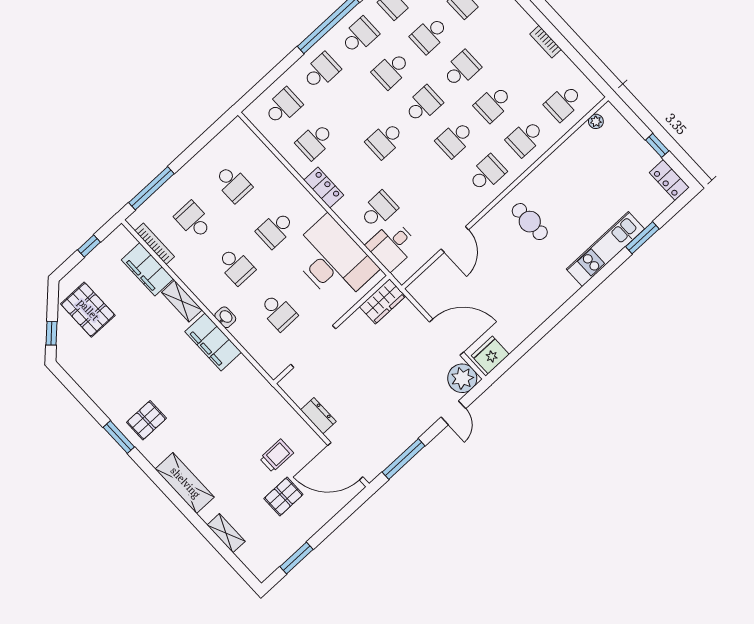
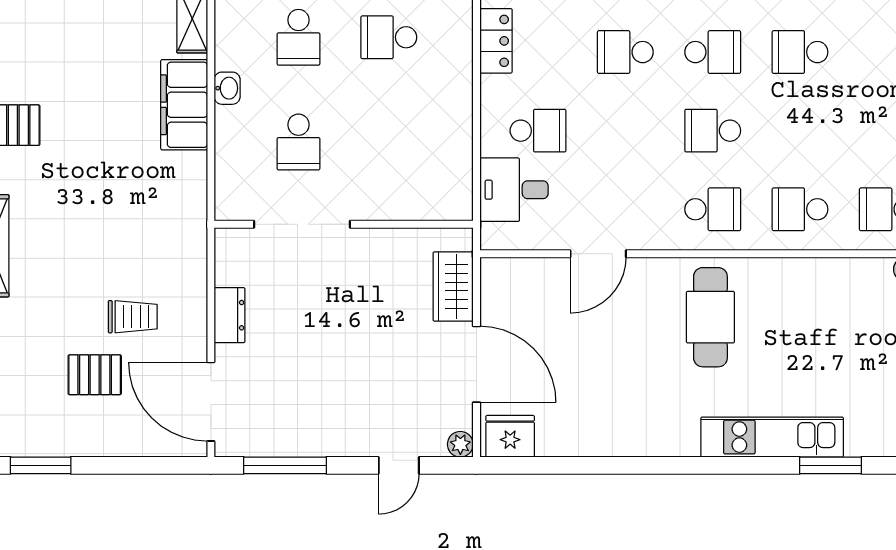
school desk: (461, 69) -> (800, 52), turned 180
school desk: (493, 104) -> (800, 131), removed
cafe table: (530, 222) -> (710, 317), width x1.37, depth x1.35
desk: (333, 260) -> (425, 141), removed
wardrobe: (383, 301) -> (453, 286), moved, turned 90
plant: (462, 378) -> (460, 444), width x0.53, depth x0.53

